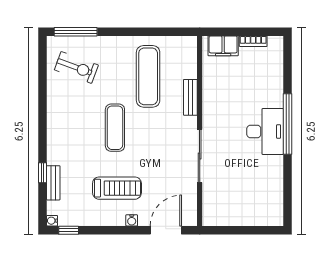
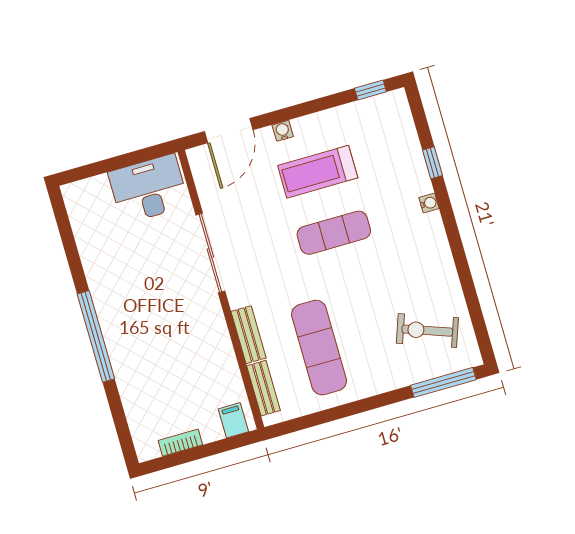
filing cabinet: (223, 46) -> (233, 420), width x0.50
exercise mat: (115, 128) -> (334, 233), moved, turned 90
desk: (265, 131) -> (149, 189), moved, turned 90
bench: (53, 183) -> (263, 388), moved
water cooler: (52, 221) -> (429, 203), moved

